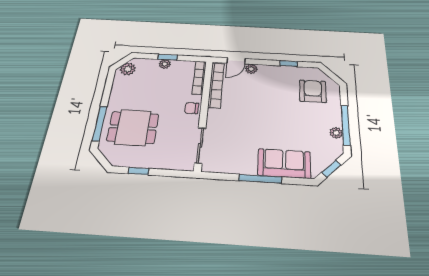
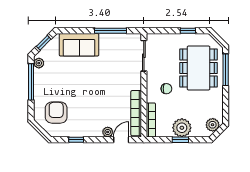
plant: (165, 64) -> (182, 128), width x1.87, depth x1.87
armchair: (313, 91) -> (56, 113), turned 180
chair: (192, 108) -> (166, 89), moved
dining table: (133, 127) -> (199, 68), width x1.38
plant: (336, 133) -> (39, 63), moved
window: (260, 179) -> (110, 31), moved

